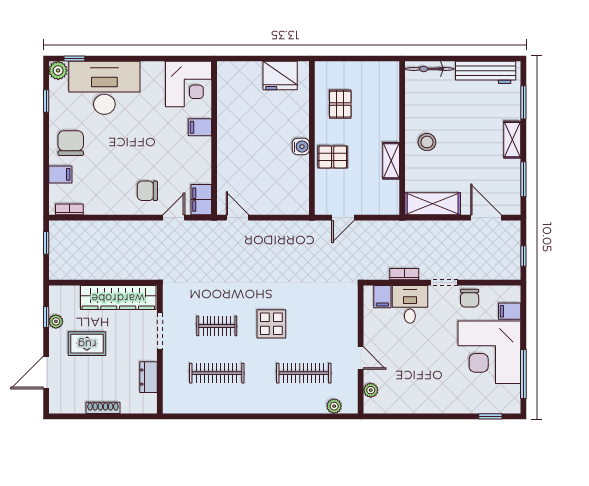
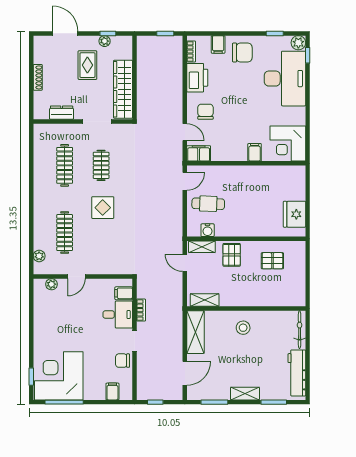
water cooler: (301, 147) -> (208, 230), moved
shelving: (391, 161) -> (205, 300), moved
cafe table: (266, 187) -> (208, 204), added
shelving: (322, 195) -> (202, 247), added
printer: (103, 201) -> (197, 78), added
corner desk: (489, 352) -> (59, 376), moved

